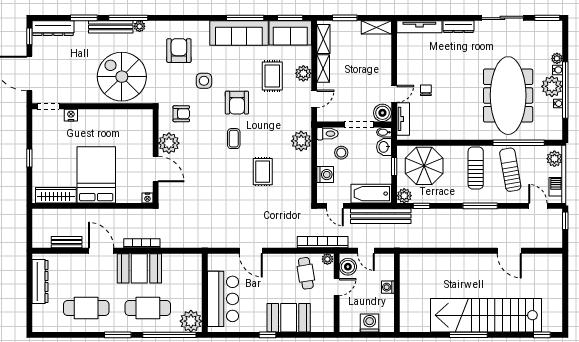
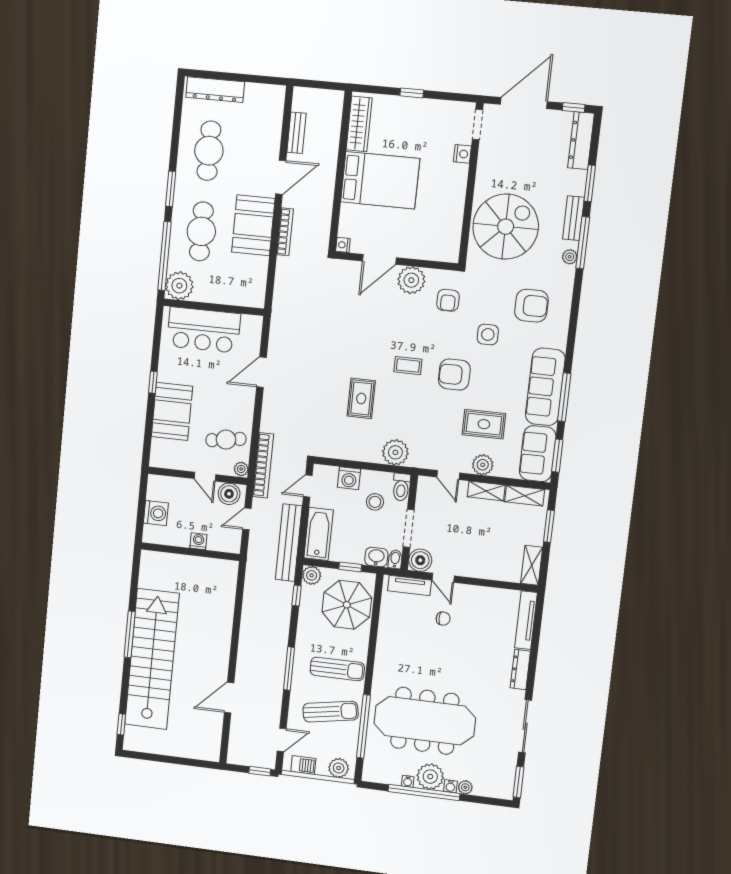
bench: (111, 27) -> (573, 218), width x0.73
rug: (263, 172) -> (361, 398), turned 90
dresser: (40, 282) -> (215, 90), moved

